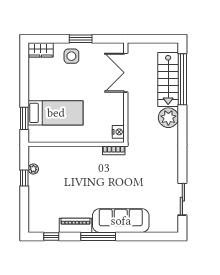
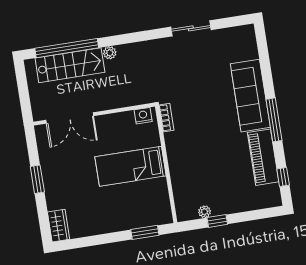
side table: (71, 56) -> (60, 187), removed
bed: (56, 113) -> (131, 166), moved, turned -90
plant: (168, 118) -> (110, 53), width x0.53, depth x0.53
sliding door: (182, 199) -> (191, 28), moved
piano: (75, 225) -> (263, 157), width x1.37, depth x1.33

